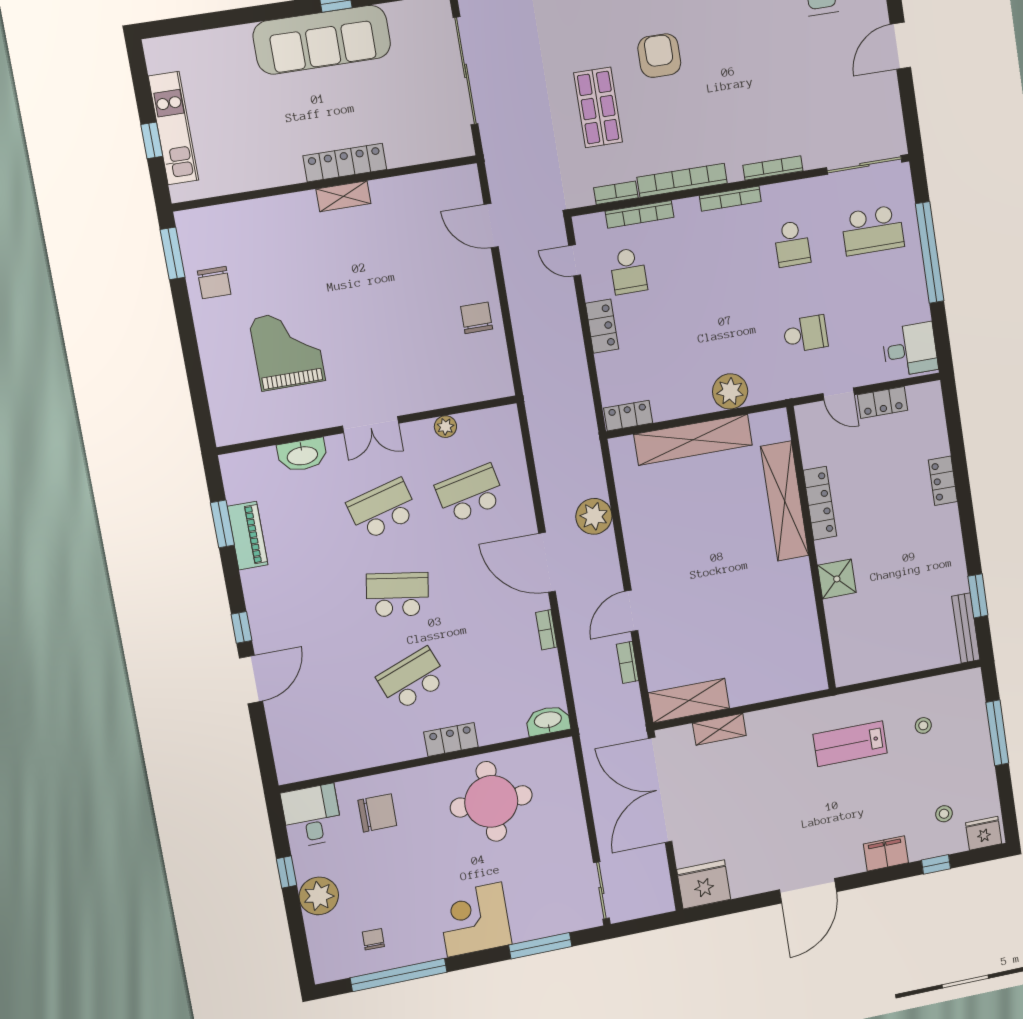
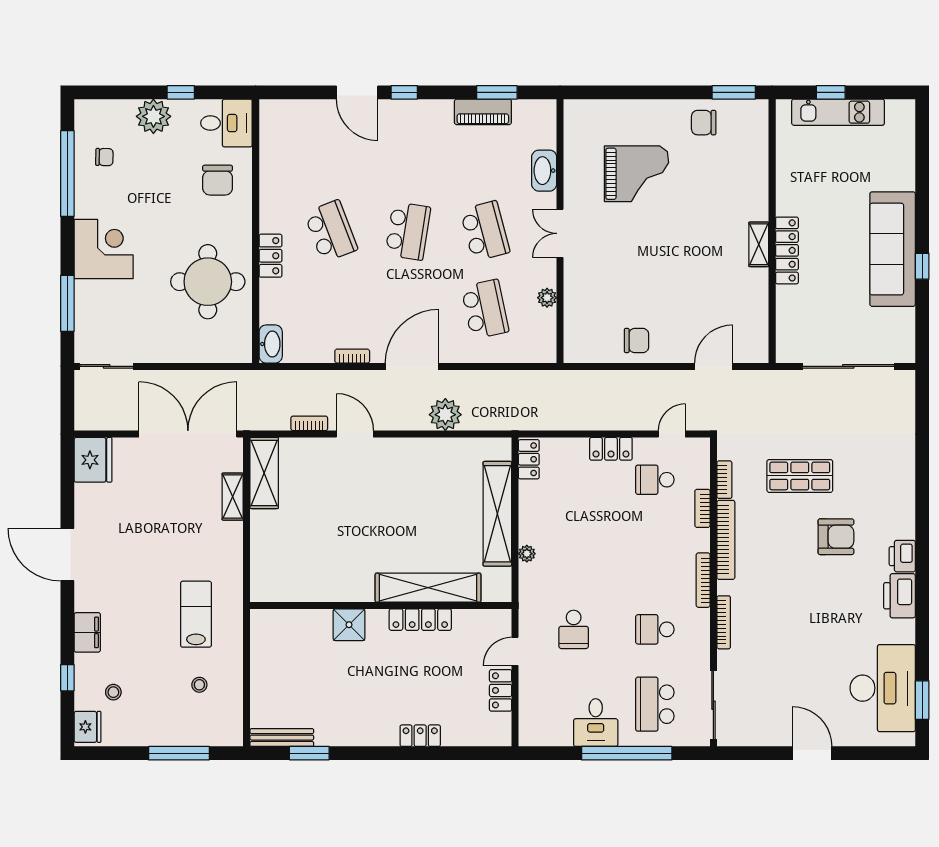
bookcase: (640, 214) -> (702, 508), width x0.64
desk: (910, 350) -> (596, 723), moved
plant: (730, 391) -> (527, 554), width x0.53, depth x0.53

